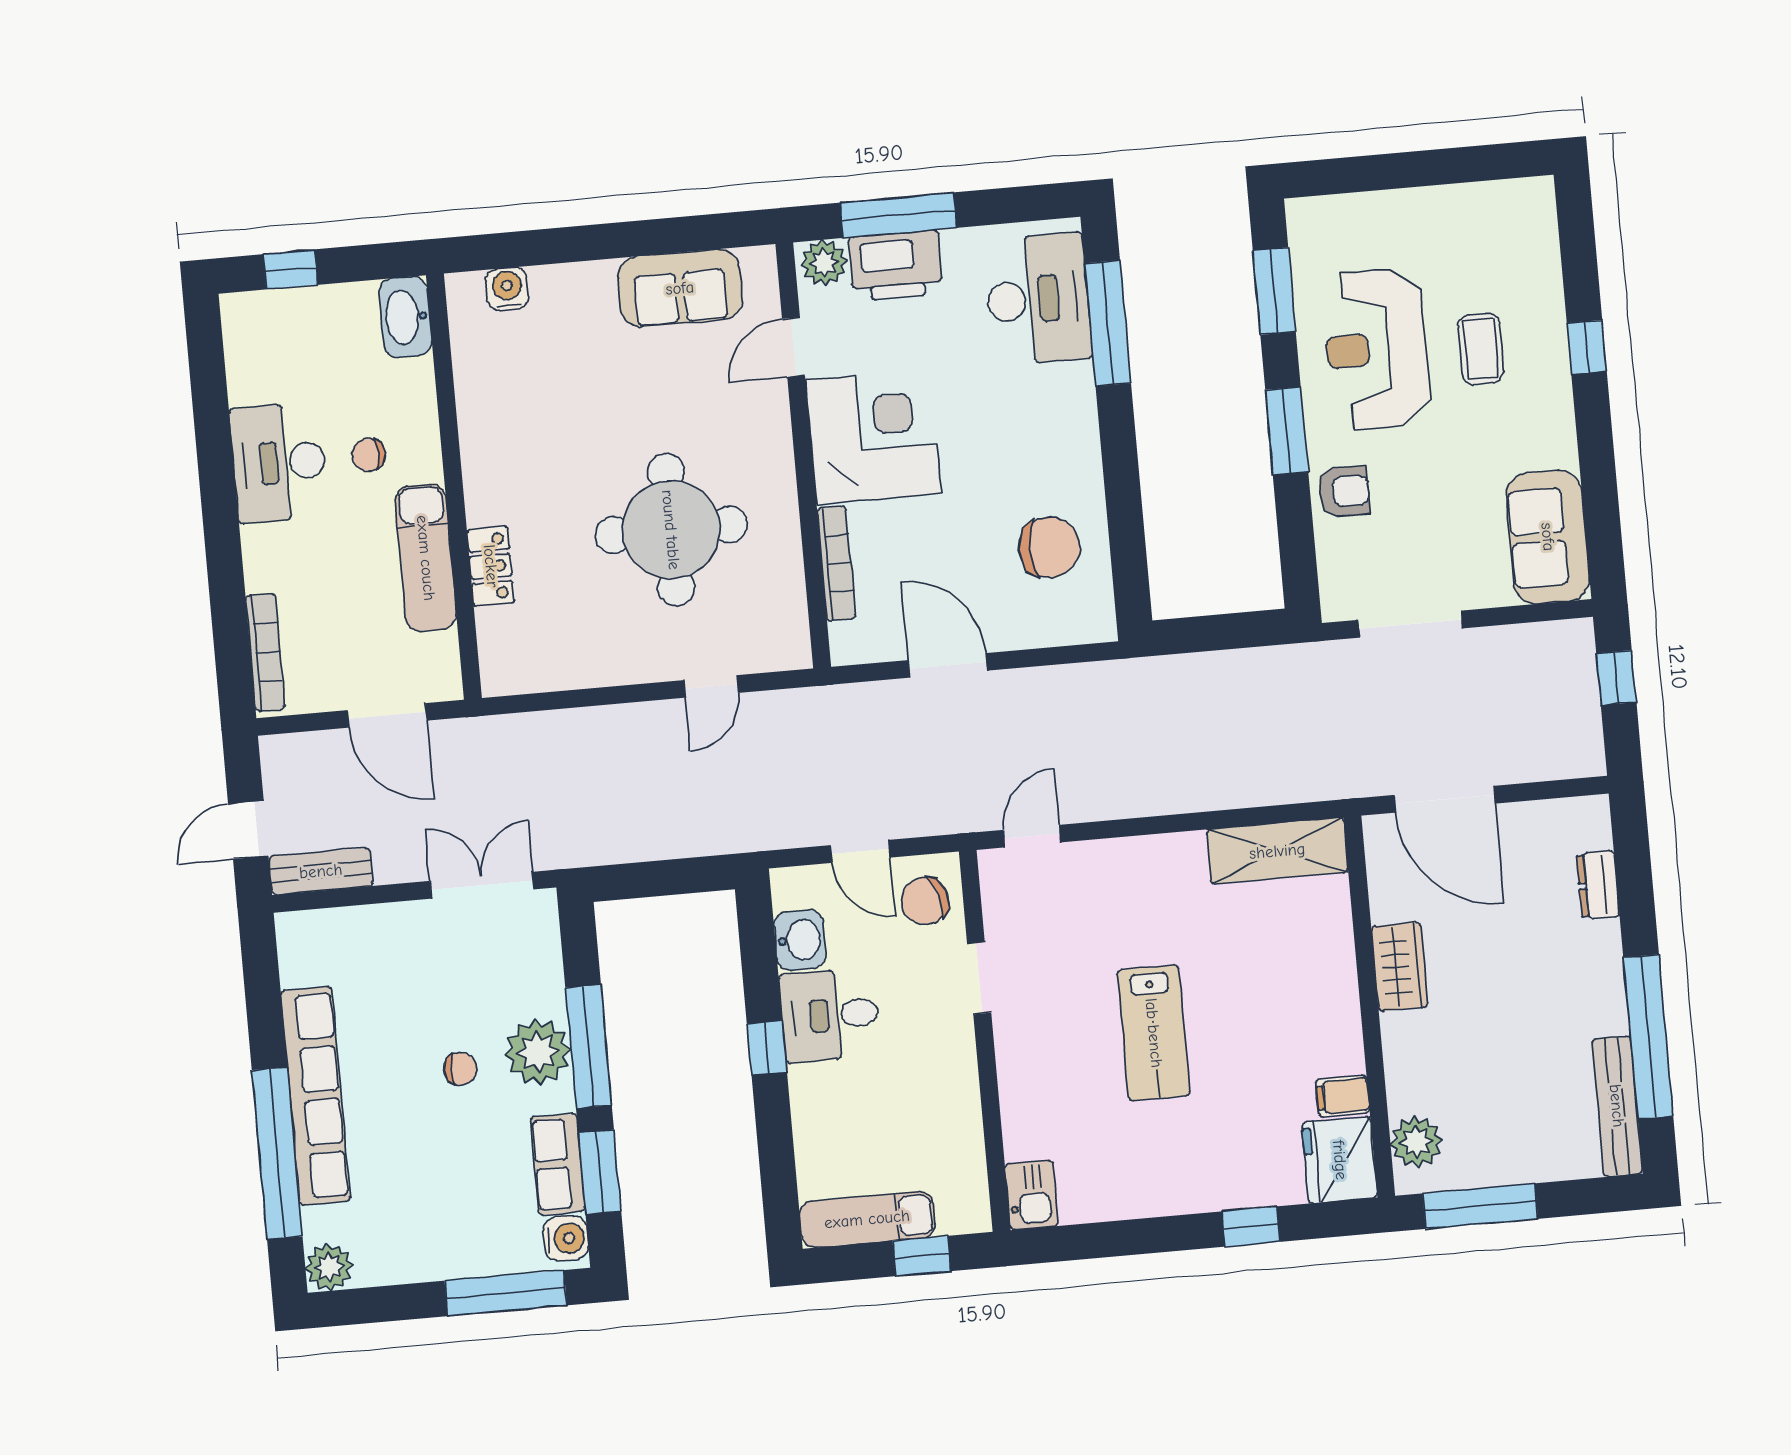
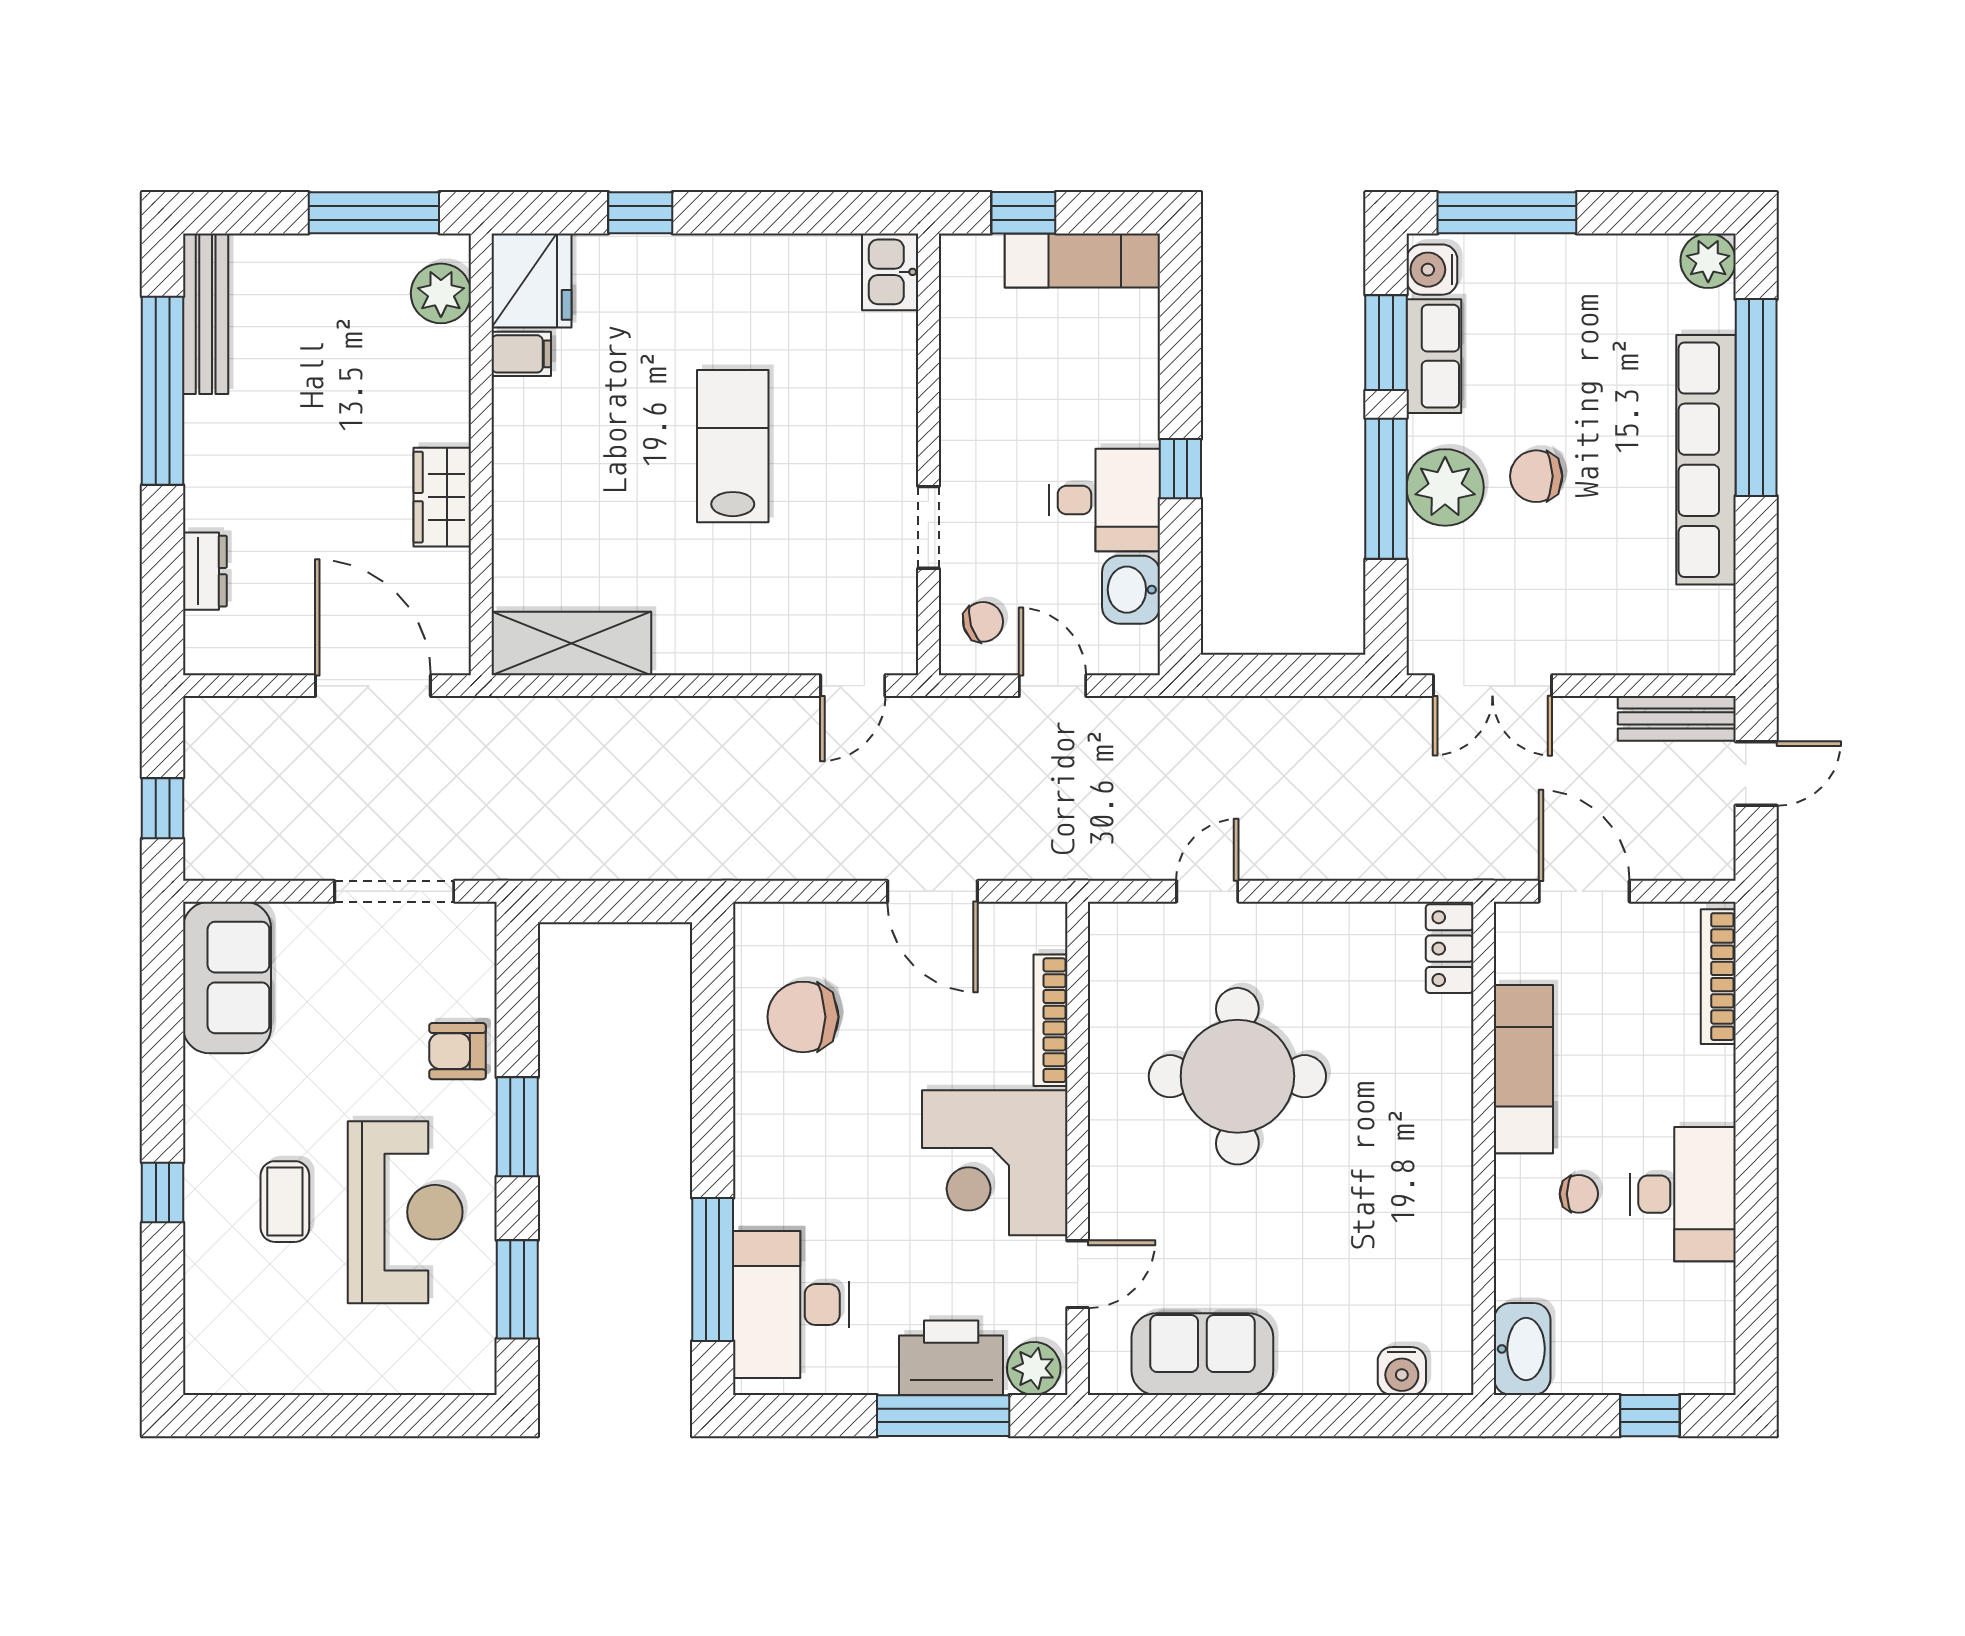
locker: (491, 566) -> (1450, 949), moved
chair: (925, 901) -> (983, 622), width x0.73, depth x0.73
chair: (460, 1069) -> (1536, 476), width x1.37, depth x1.37

